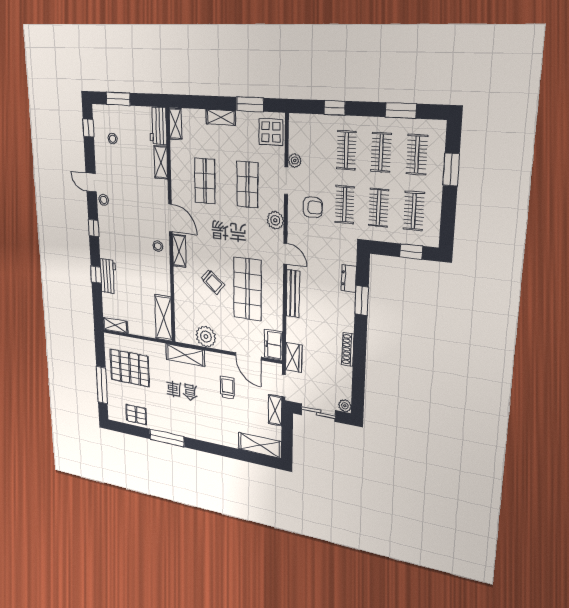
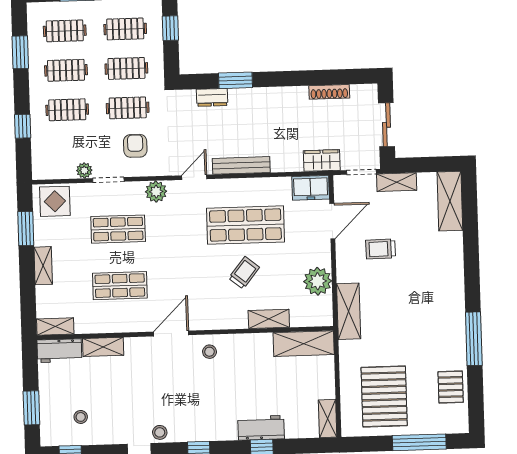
shelving: (179, 251) -> (269, 319), moved
shoe rack: (348, 349) -> (329, 92), moved
plant: (345, 406) -> (370, 92), removed

